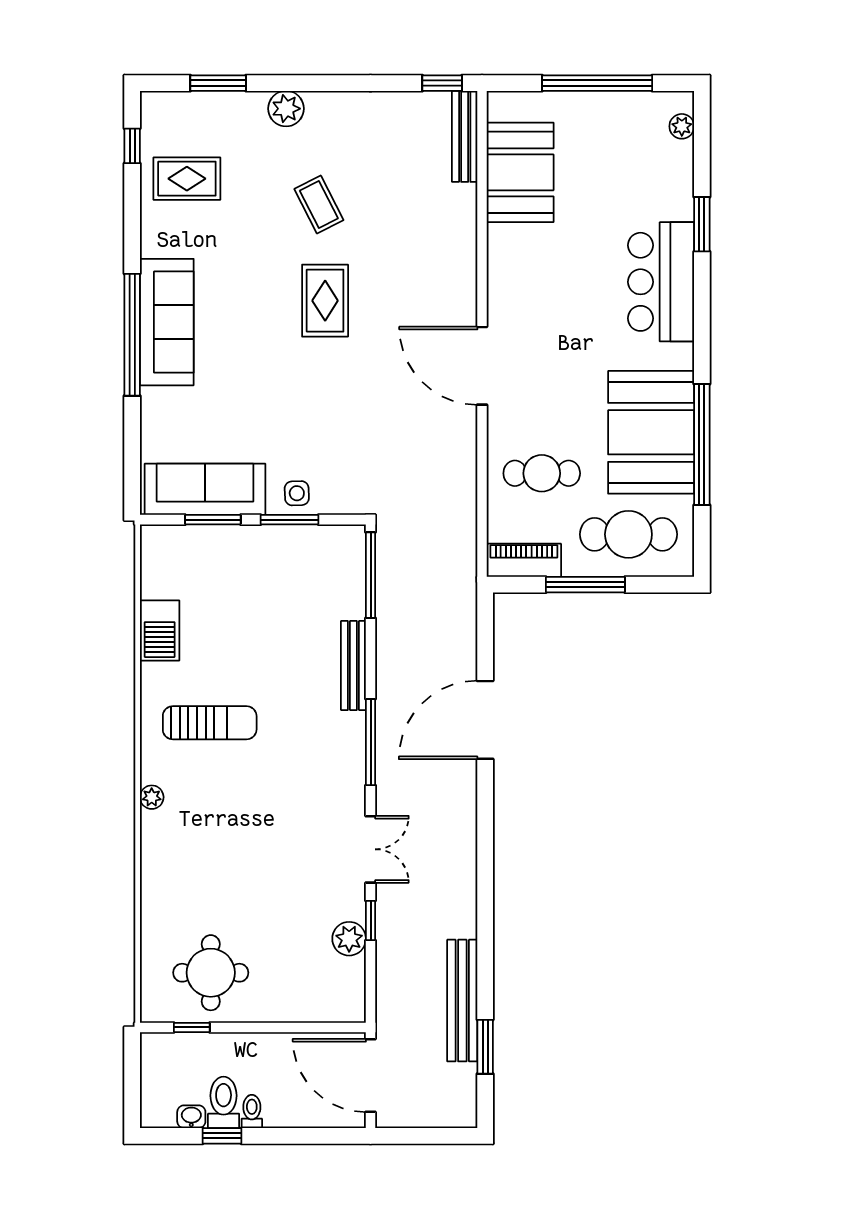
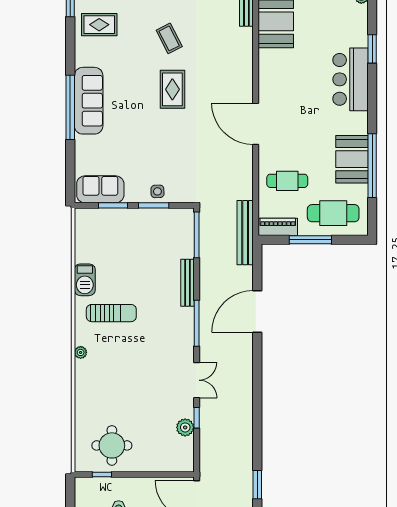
booth: (651, 432) -> (352, 159), width x0.73, depth x0.70
sofa: (205, 489) -> (100, 189), width x0.73
barbecue: (160, 630) -> (85, 280), moved
bench: (462, 1001) -> (245, 233), moved

